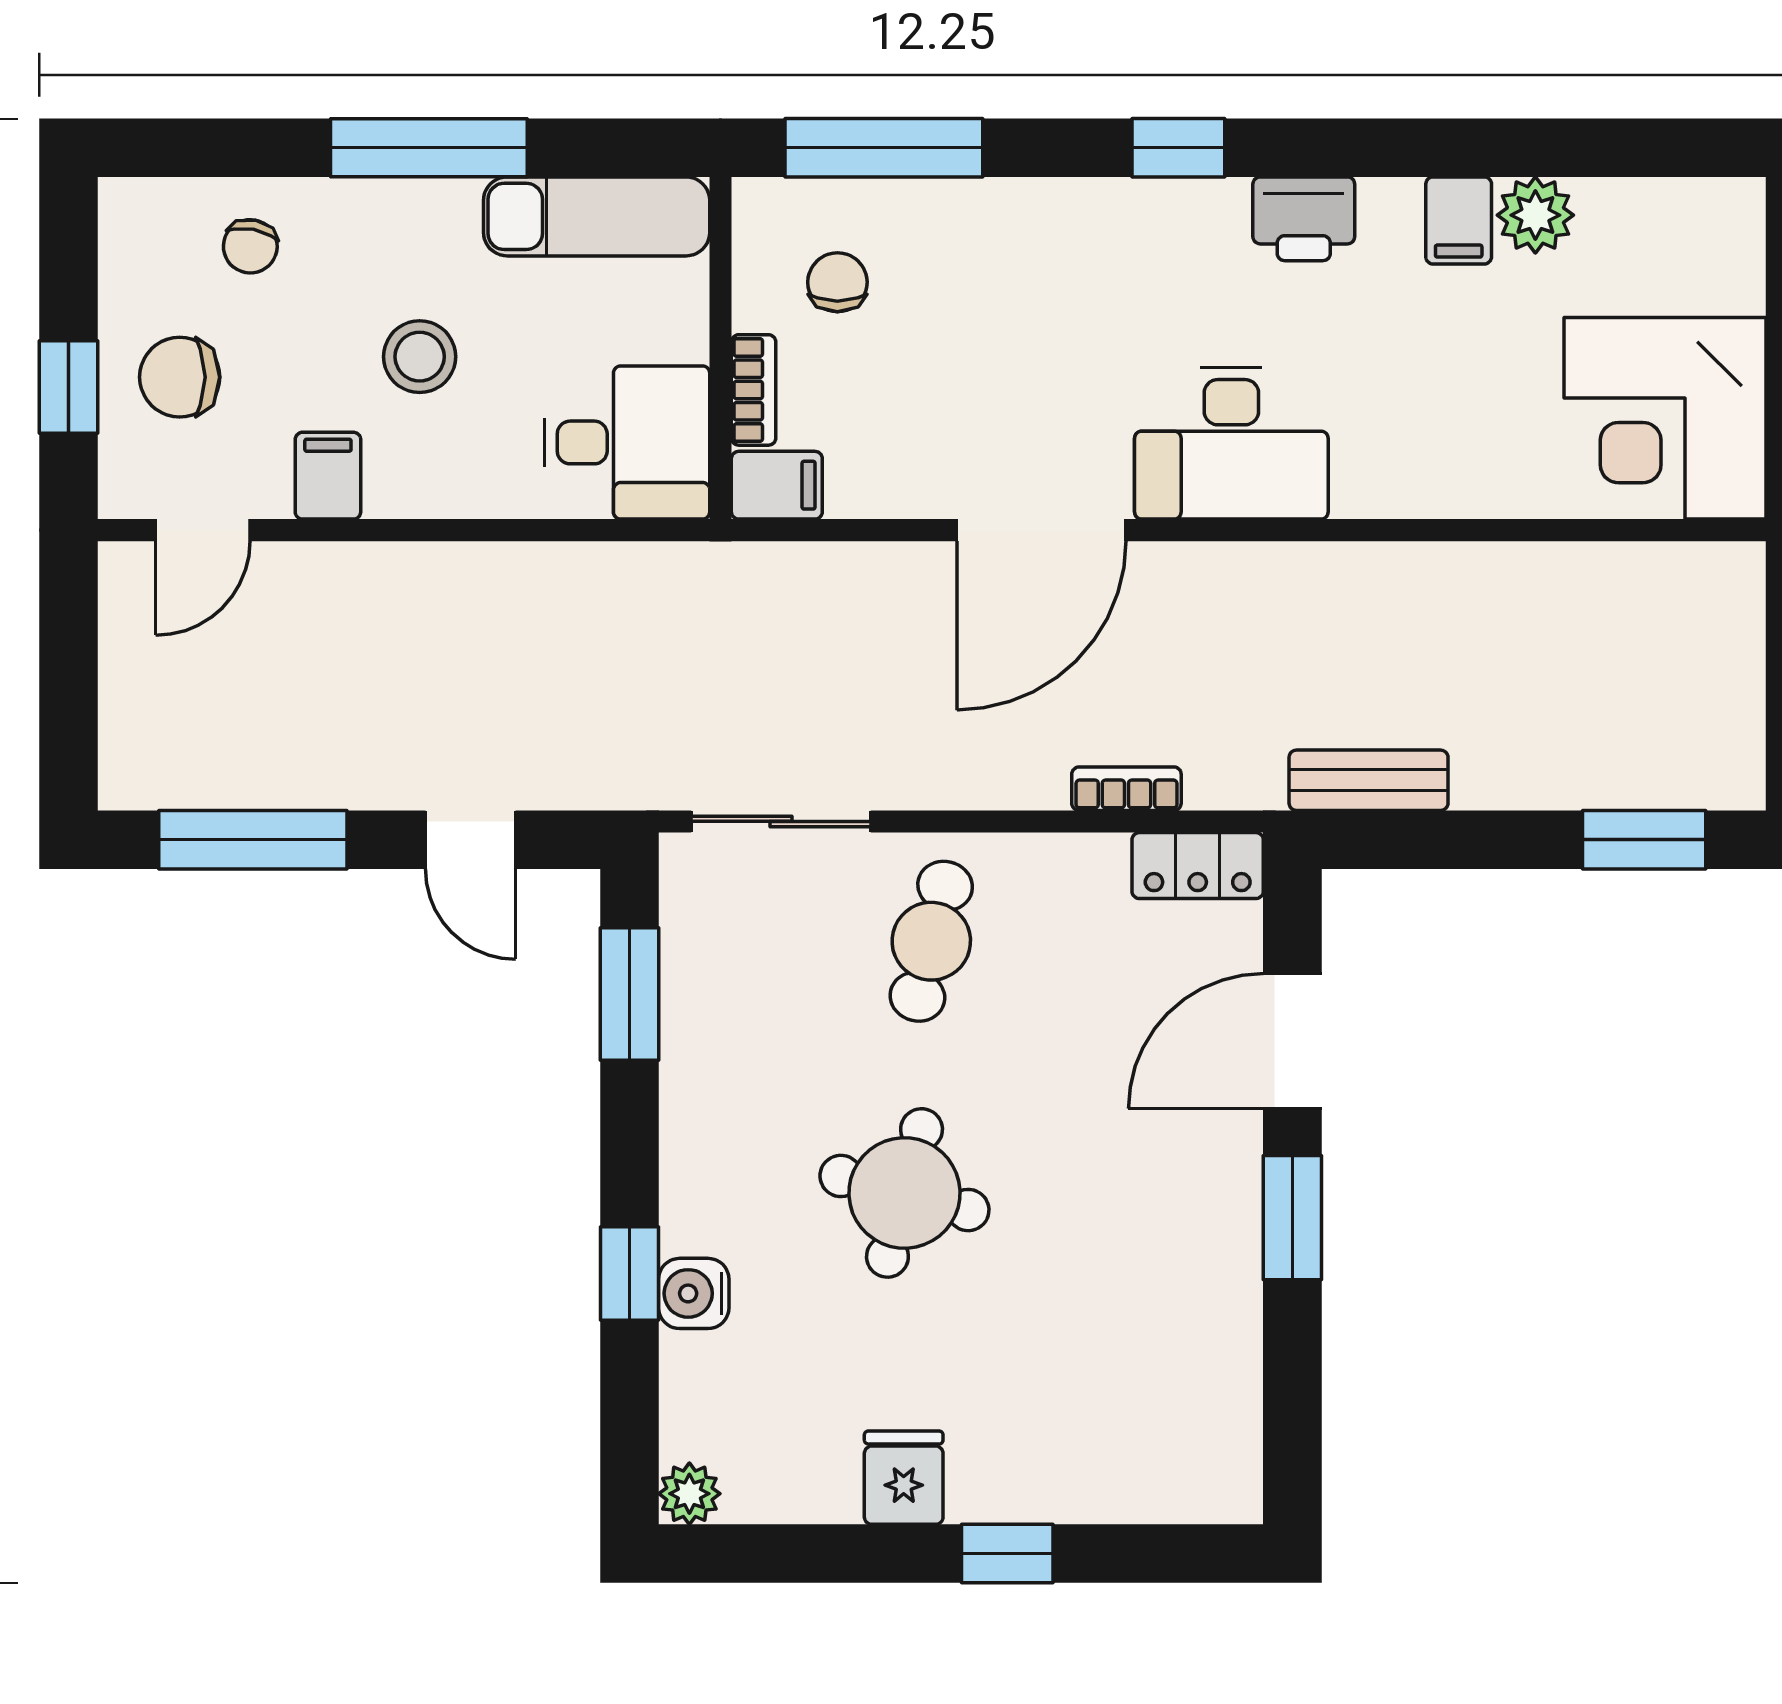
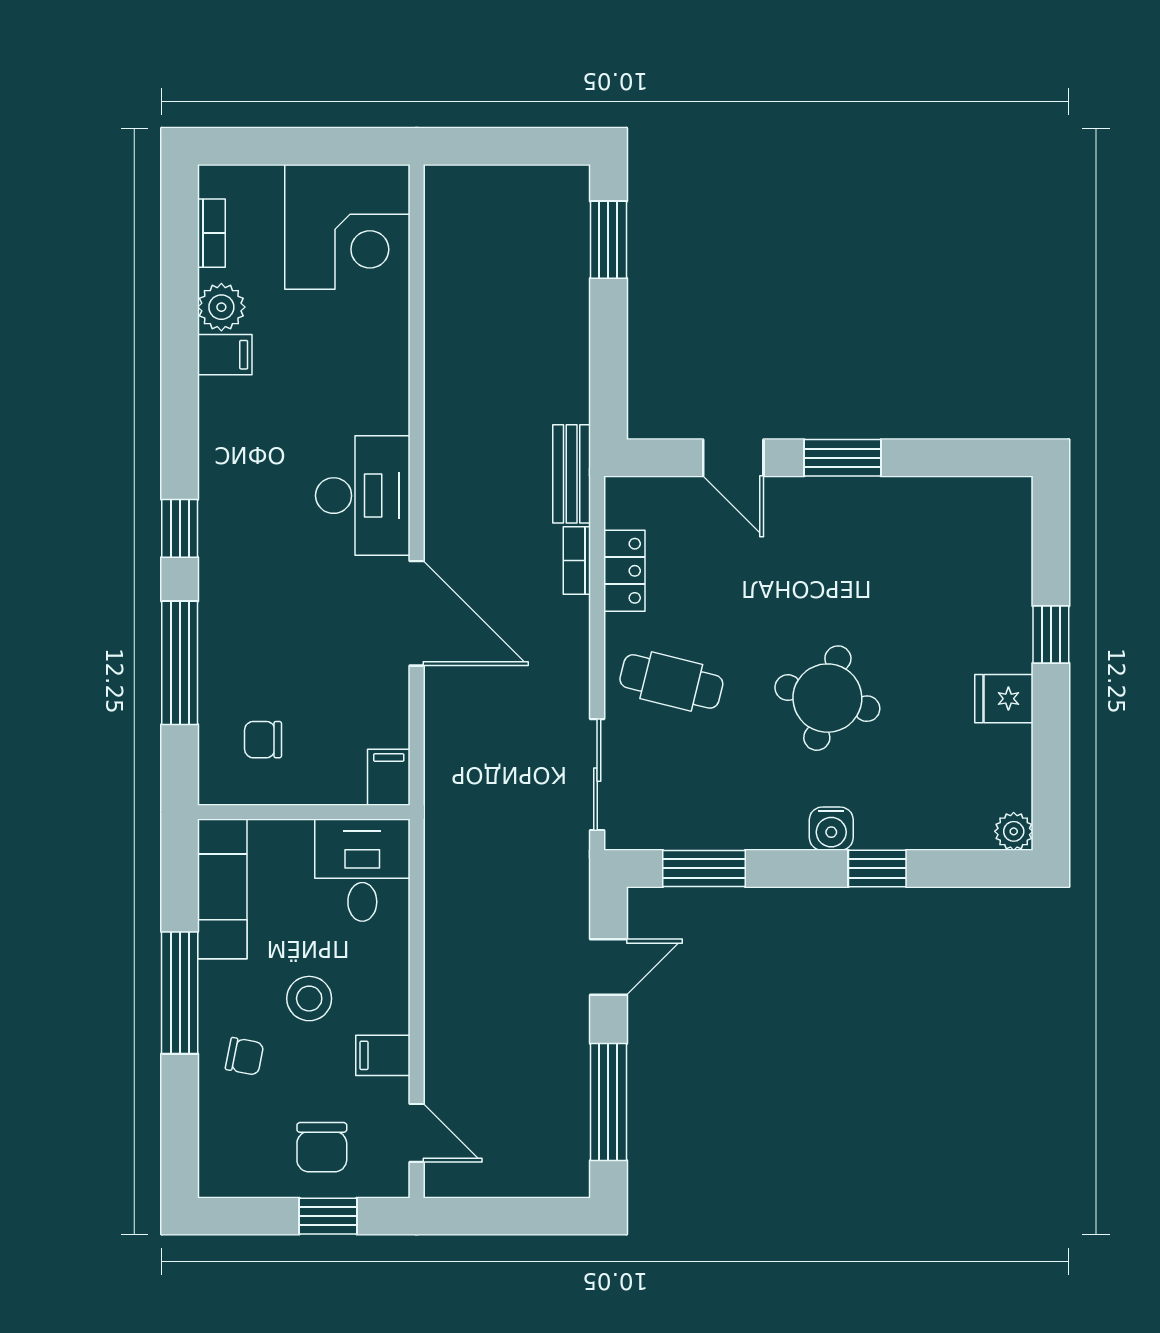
window: (884, 148) -> (180, 663), moved
printer: (1304, 219) -> (224, 451), removed
chair: (250, 246) -> (245, 1056), moved
bookcase: (754, 390) -> (211, 233), moved, turned 90
bench: (1369, 780) -> (572, 474), moved
locker: (1198, 866) -> (624, 571), moved
door: (1292, 1041) -> (733, 458), width x0.73
water cooler: (694, 1293) -> (831, 829), moved

